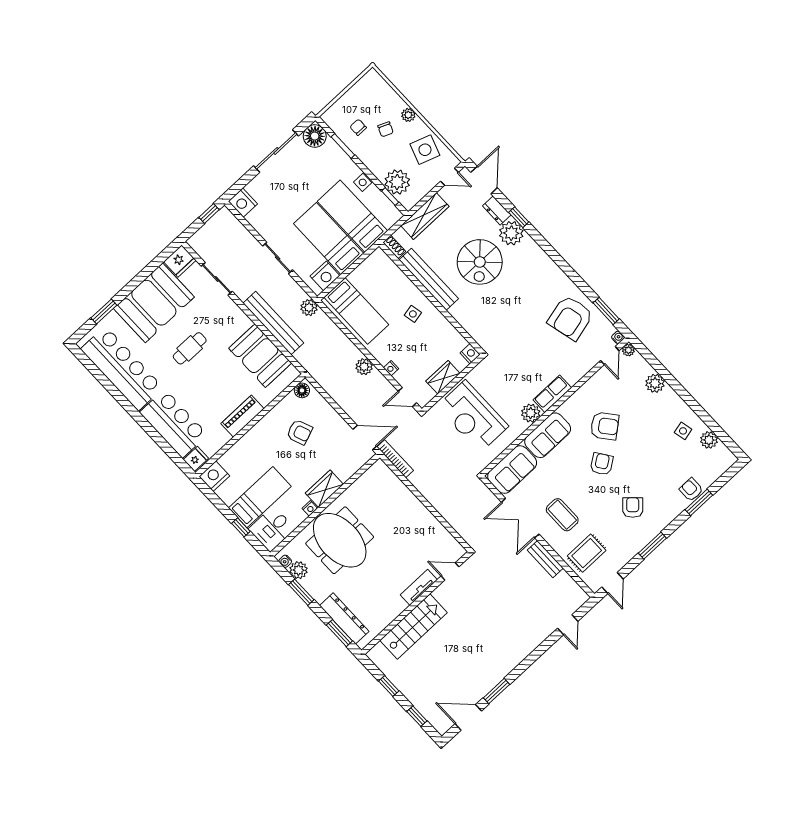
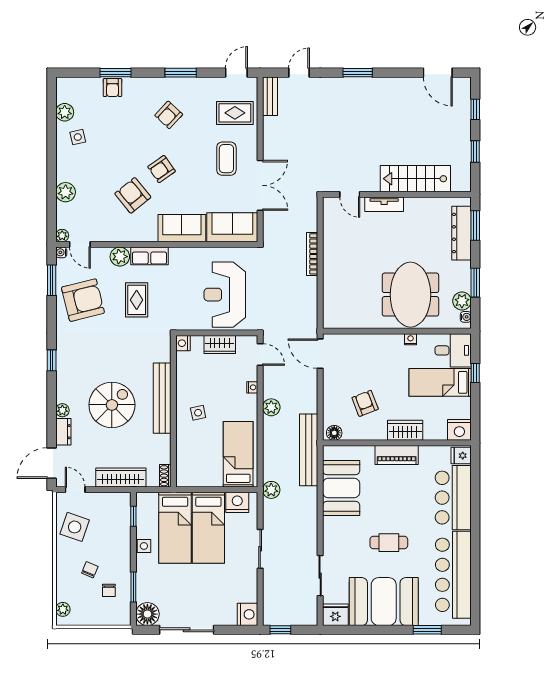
plant: (408, 115) -> (63, 609), moved
plant: (397, 182) -> (118, 522), removed
window: (519, 217) -> (52, 360), moved
plant: (511, 233) -> (62, 410), width x0.53, depth x0.53
bench: (429, 279) -> (162, 398), moved
bench: (273, 323) -> (309, 450), moved
rug: (532, 354) -> (137, 300), added
door: (610, 356) -> (80, 244), swing flipped
plant: (531, 413) -> (120, 257), moved
reception desk: (473, 416) -> (225, 295), turned 180
bookcase: (395, 459) -> (312, 254), moved
wardrobe: (324, 489) -> (405, 430), moved, turned 180
bench: (545, 559) -> (270, 96), moved
window: (497, 691) -> (358, 73), moved

